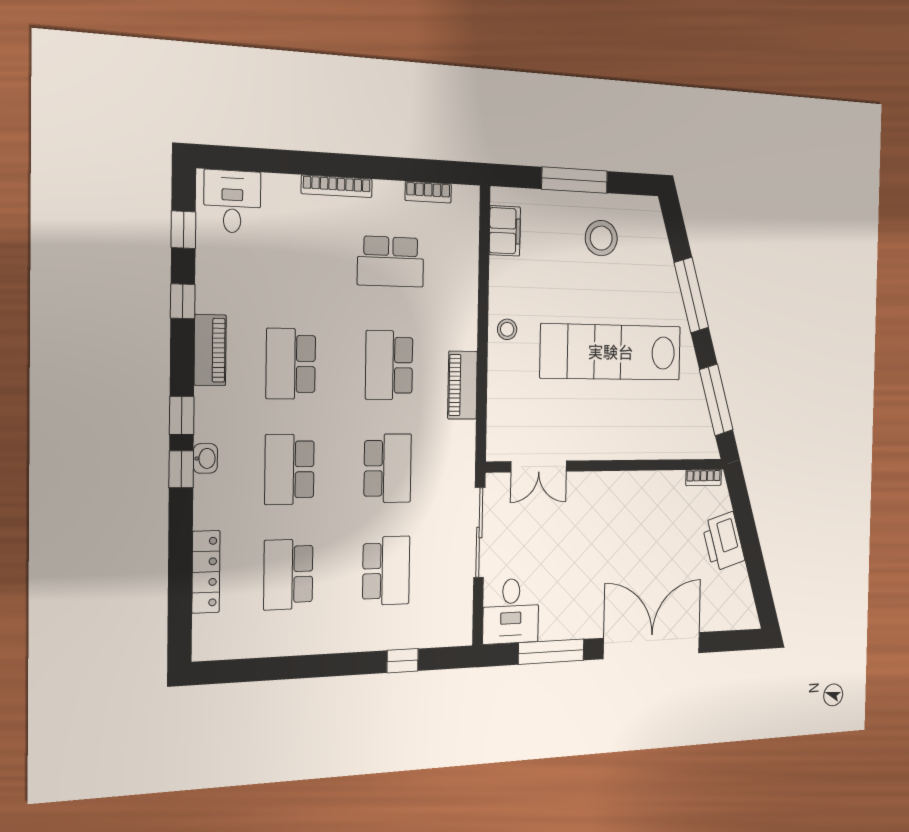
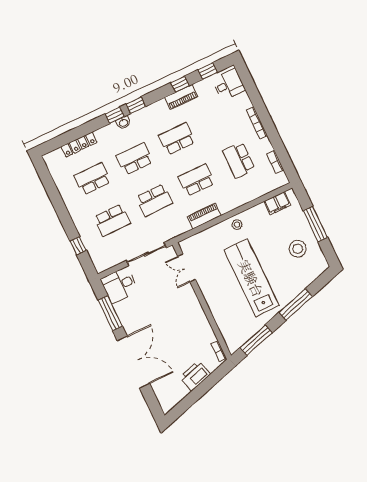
piano: (210, 350) -> (181, 97), moved

